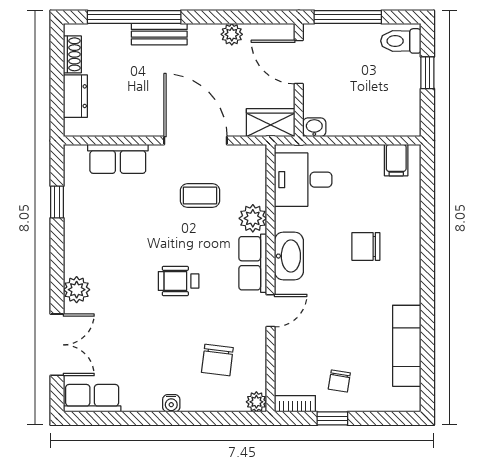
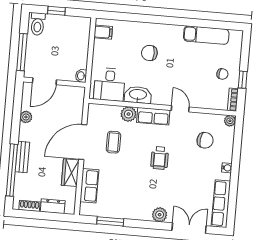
wardrobe: (271, 123) -> (70, 173), moved
window: (57, 202) -> (110, 221), width x1.50
chair: (366, 246) -> (149, 53), turned 90
washbasin: (289, 256) -> (138, 95), moved
row of seats: (92, 398) -> (221, 204), width x1.48

